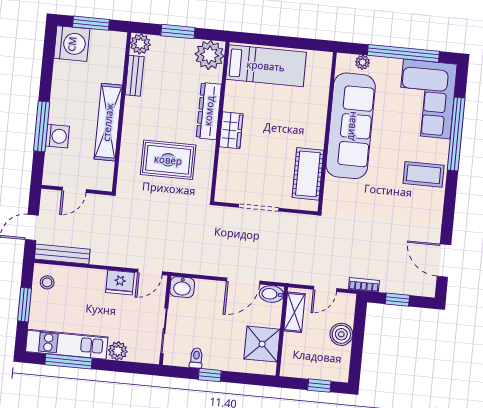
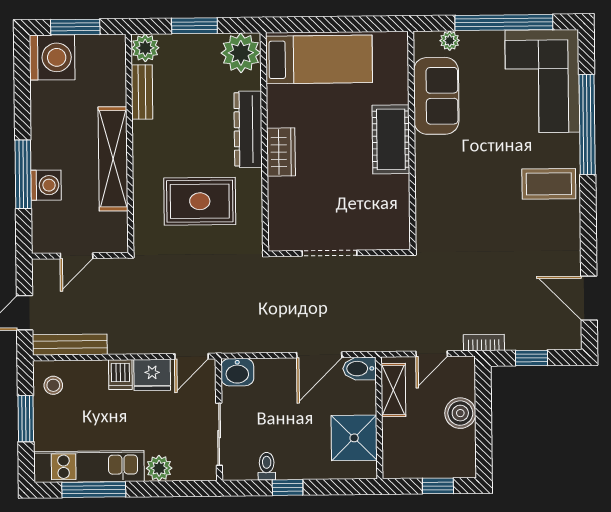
sofa: (351, 126) -> (436, 96), width x0.54, depth x0.79
cot: (308, 174) -> (391, 139), moved
dishwasher: (97, 280) -> (120, 375), added

